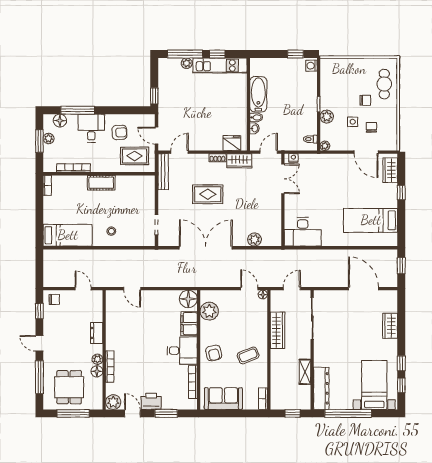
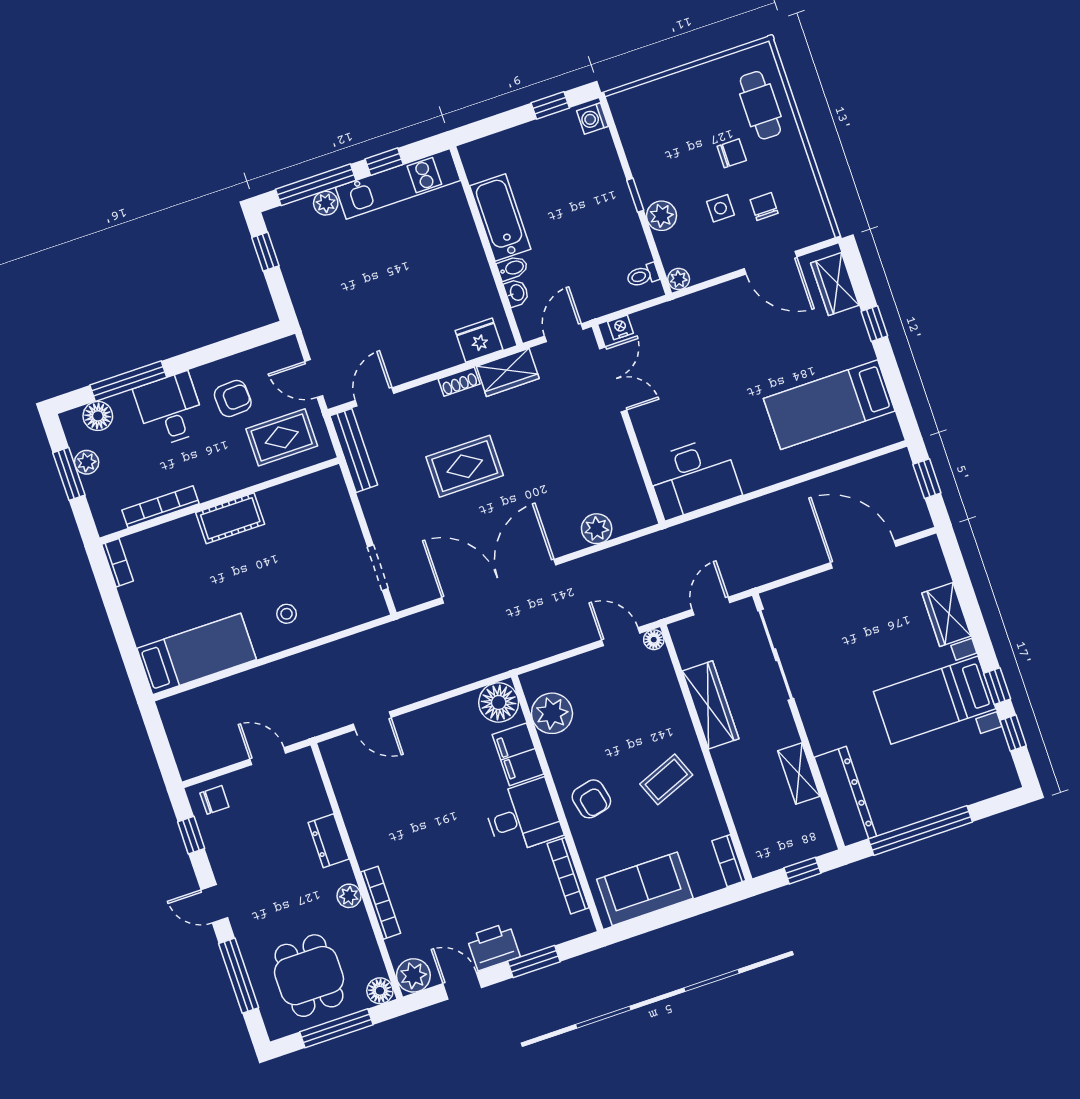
window: (154, 96) -> (265, 252), moved
floor lamp: (97, 371) -> (380, 991), moved
bed with nightstands: (374, 385) -> (935, 700), moved, turned -90

